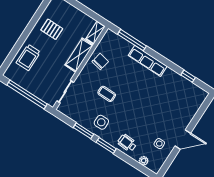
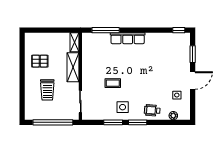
trolley: (28, 57) -> (47, 90), moved
chair: (100, 62) -> (92, 62), removed
window: (188, 76) -> (179, 30), moved
window: (199, 115) -> (193, 54), added

